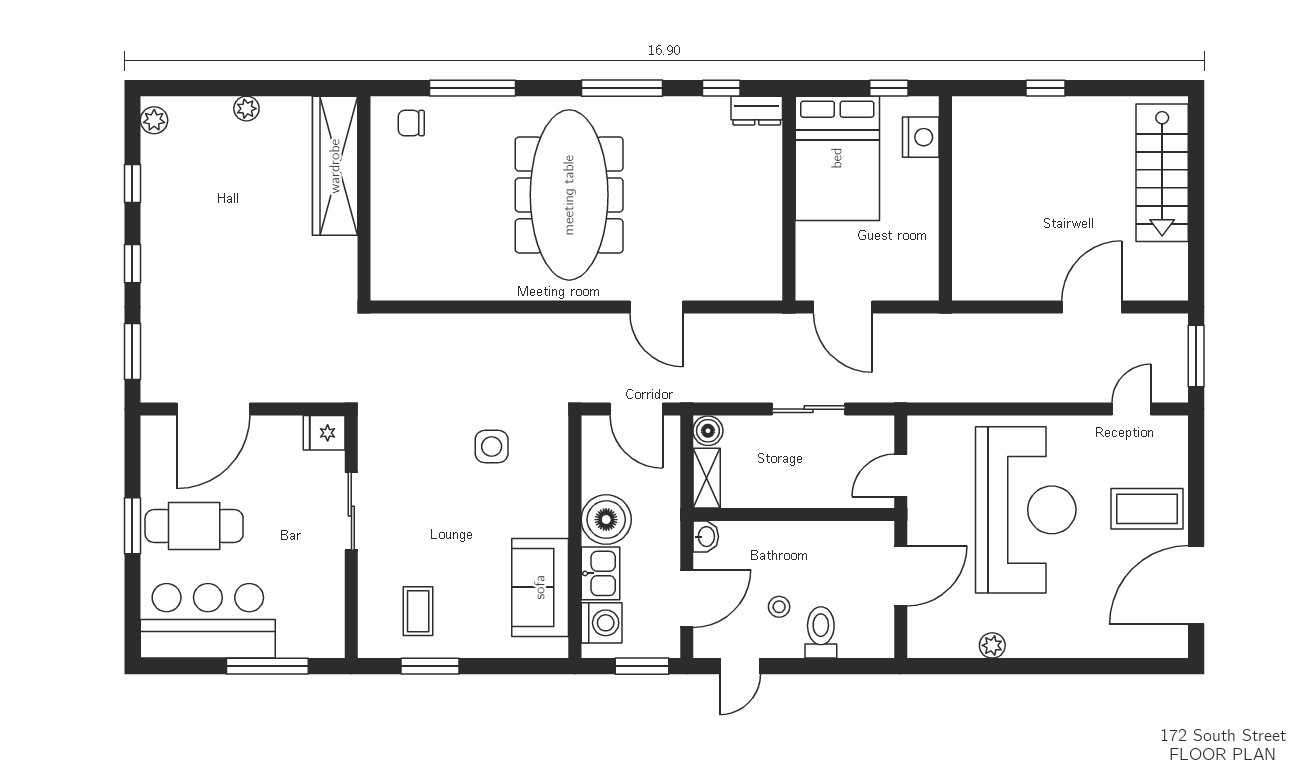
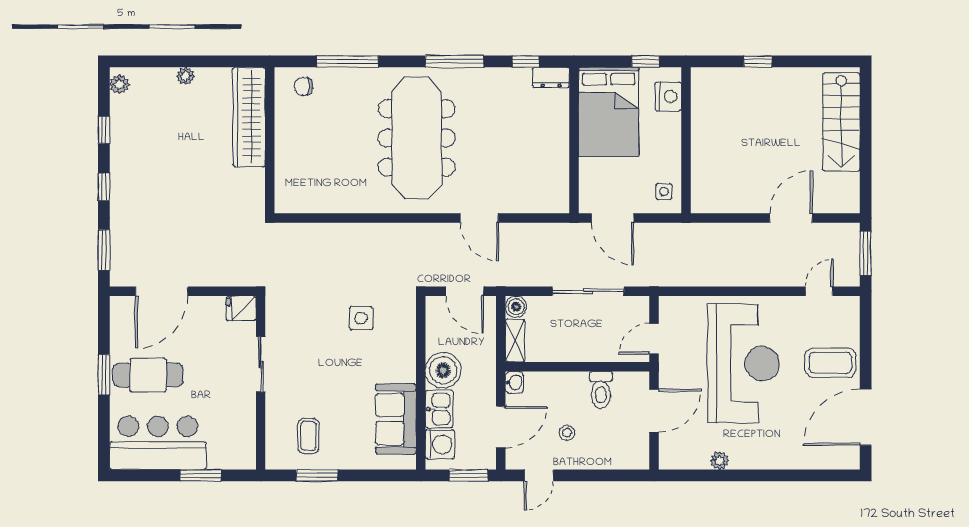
side table: (915, 270) -> (664, 192), added
sliding door: (809, 409) -> (588, 291), width x1.37
toilet: (821, 632) -> (601, 390), moved, turned 180
window: (267, 666) -> (201, 475), width x0.69

